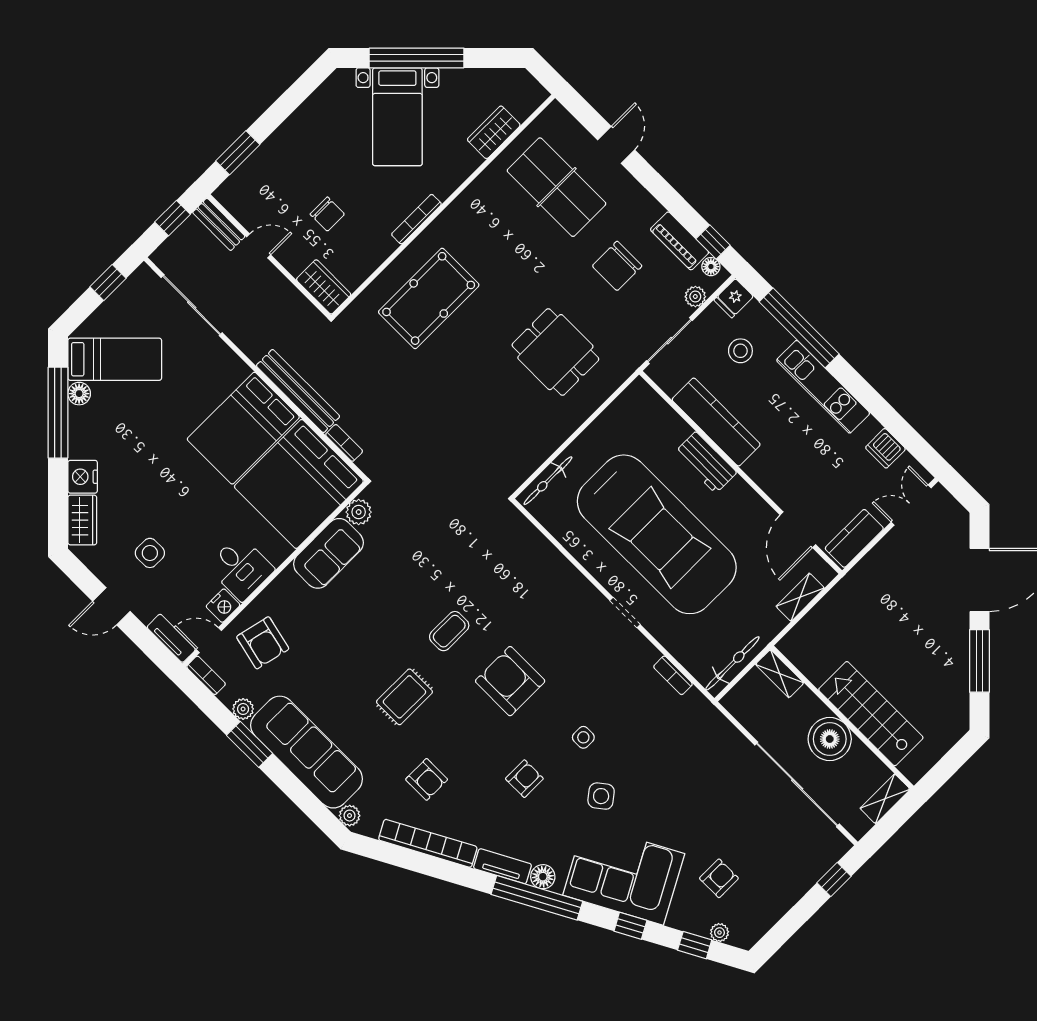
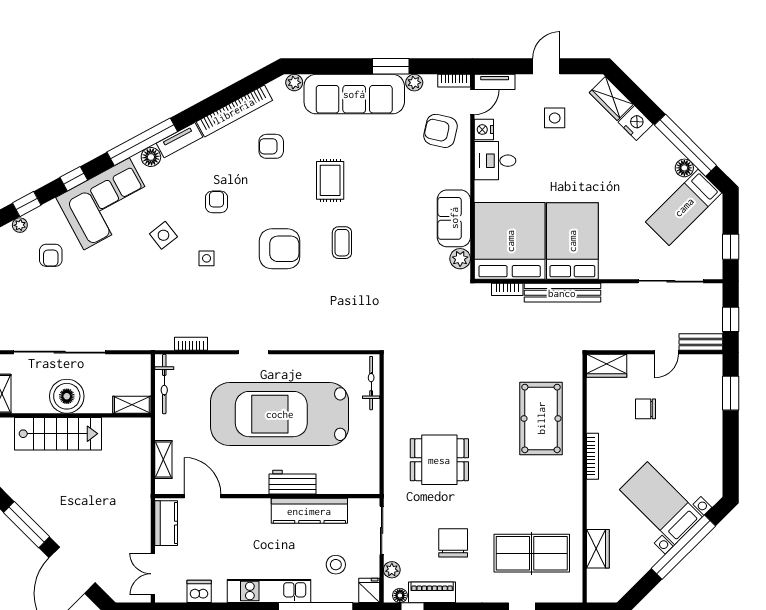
double door: (911, 505) -> (153, 574), swing flipped
armchair: (524, 779) -> (216, 202), turned 180

